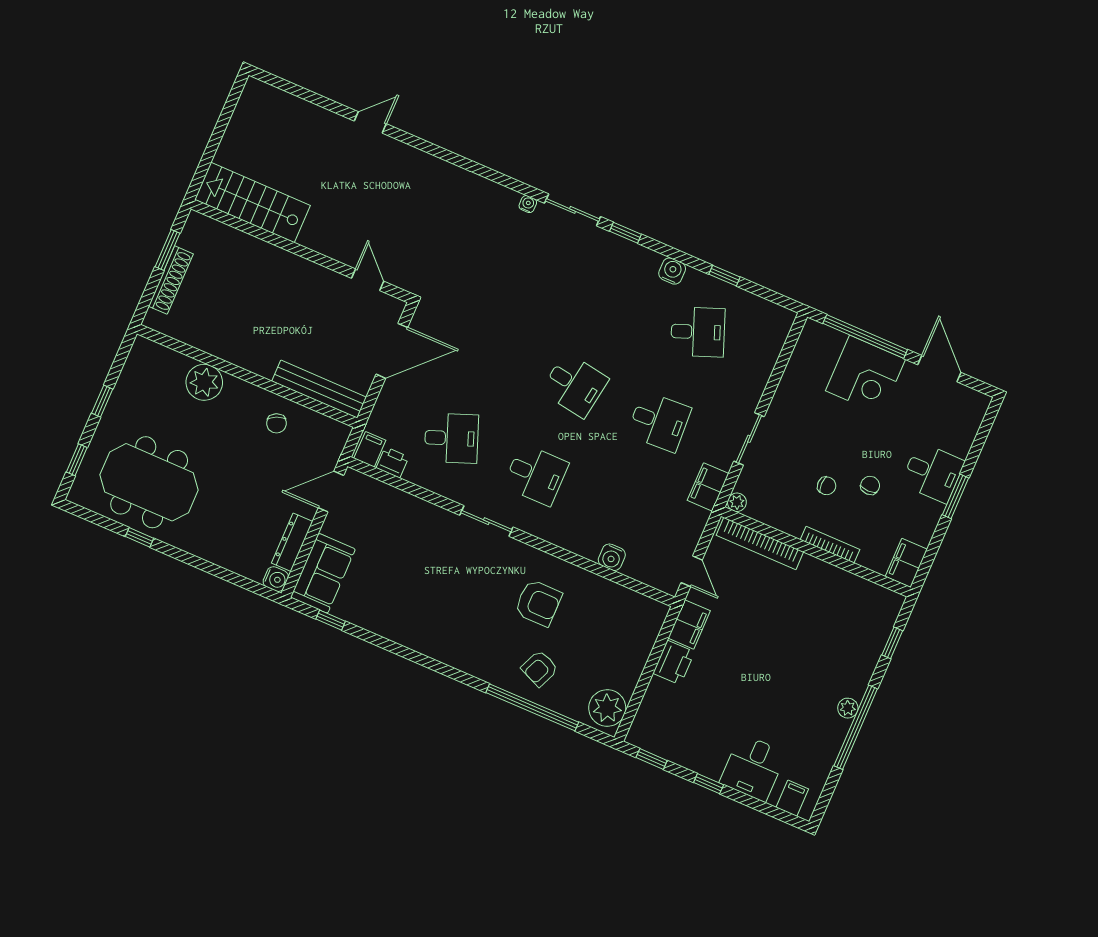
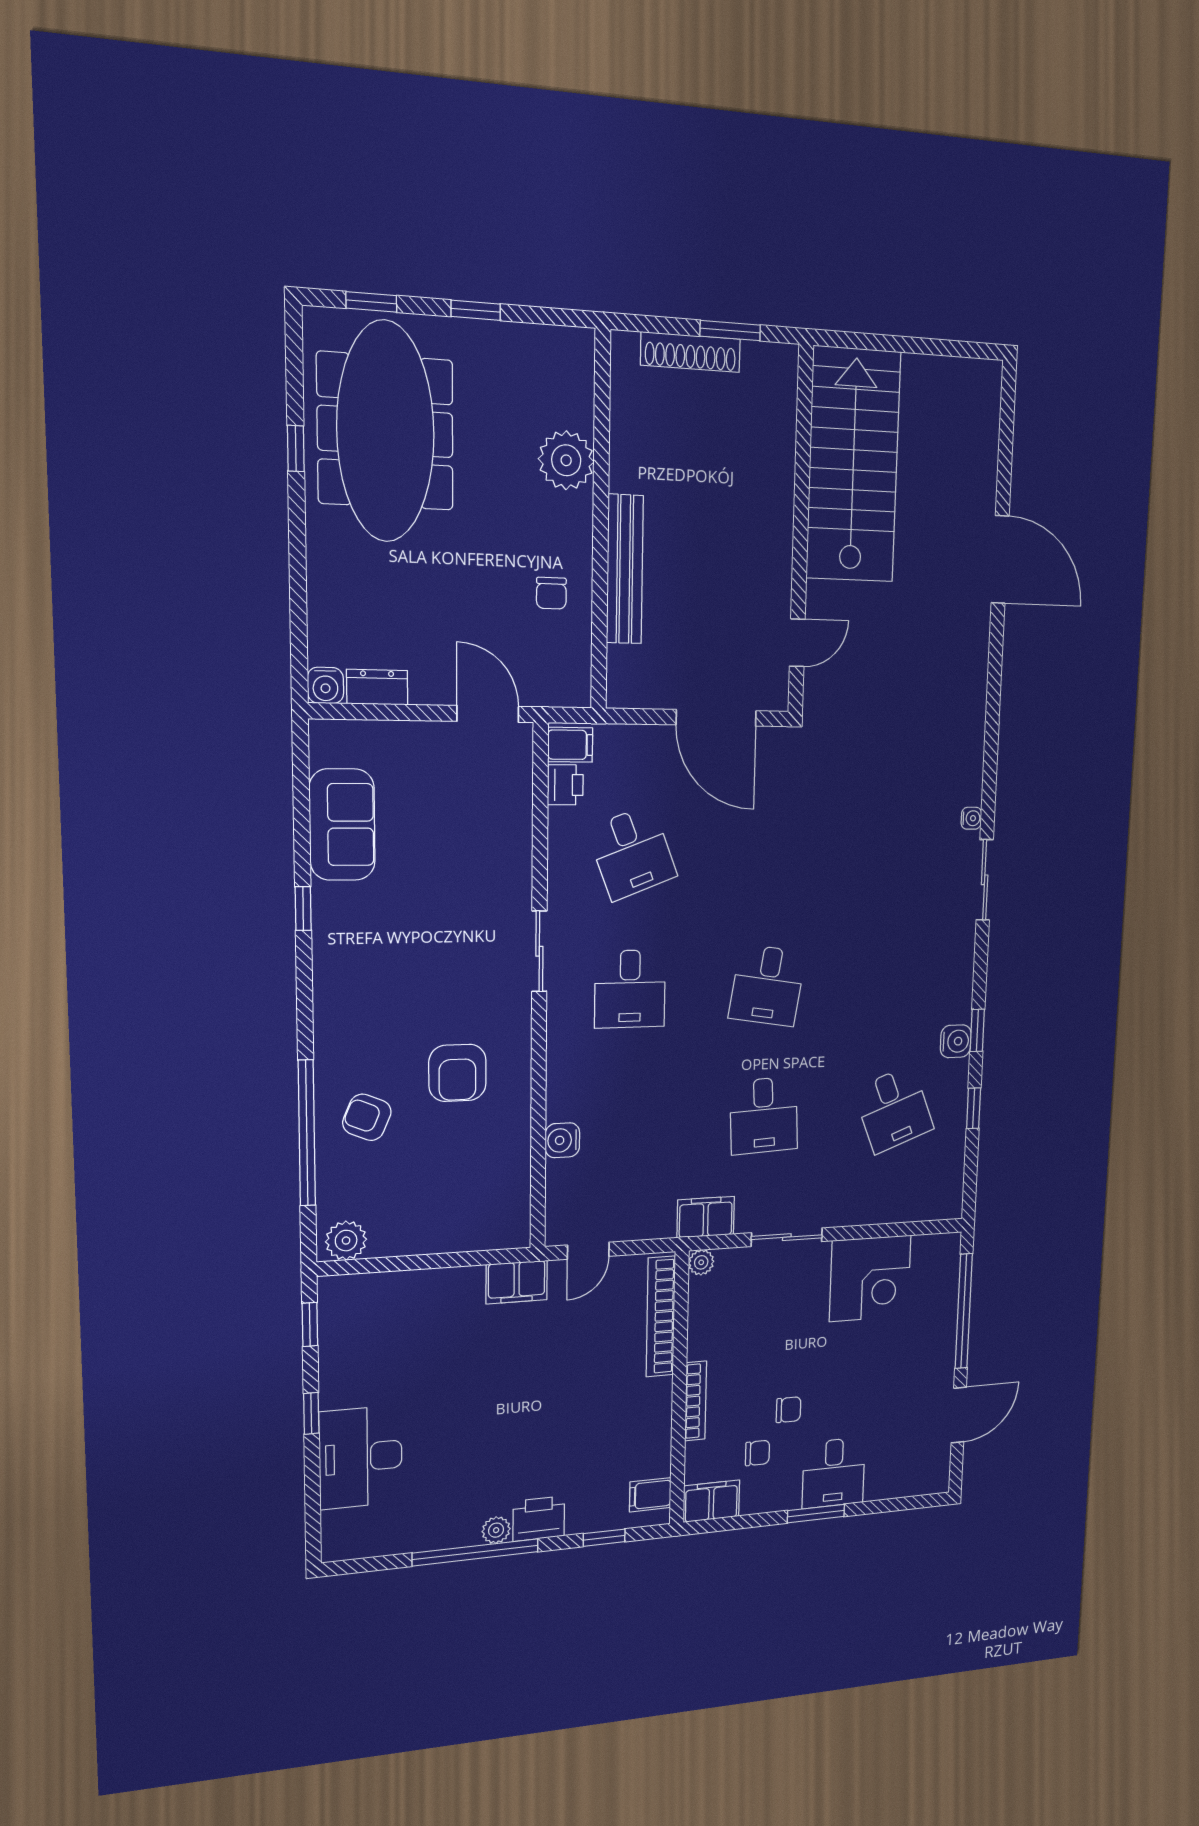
door: (370, 122) -> (1000, 559), width x1.88
stairs: (252, 203) -> (853, 465), width x1.36, depth x1.51
window: (625, 233) -> (977, 1030), moved
corner desk: (865, 375) -> (870, 1278), moved, turned -90
bench: (319, 389) -> (625, 569), moved
chair: (276, 423) -> (551, 593), turned -66
meeting table: (149, 482) -> (386, 432), width x1.36
chair: (827, 486) -> (757, 1453), moved, turned -90
dresser: (292, 542) -> (377, 687), width x0.70
sofa: (323, 573) -> (342, 825), moved, turned -90
window: (331, 620) -> (303, 908), moved
printer: (674, 663) -> (539, 1519), moved, turned 180
plant: (607, 708) -> (346, 1241), width x0.73, depth x0.73
desk: (753, 768) -> (361, 1457), width x1.37
filing cabinet: (792, 798) -> (650, 1495), moved, turned 180

